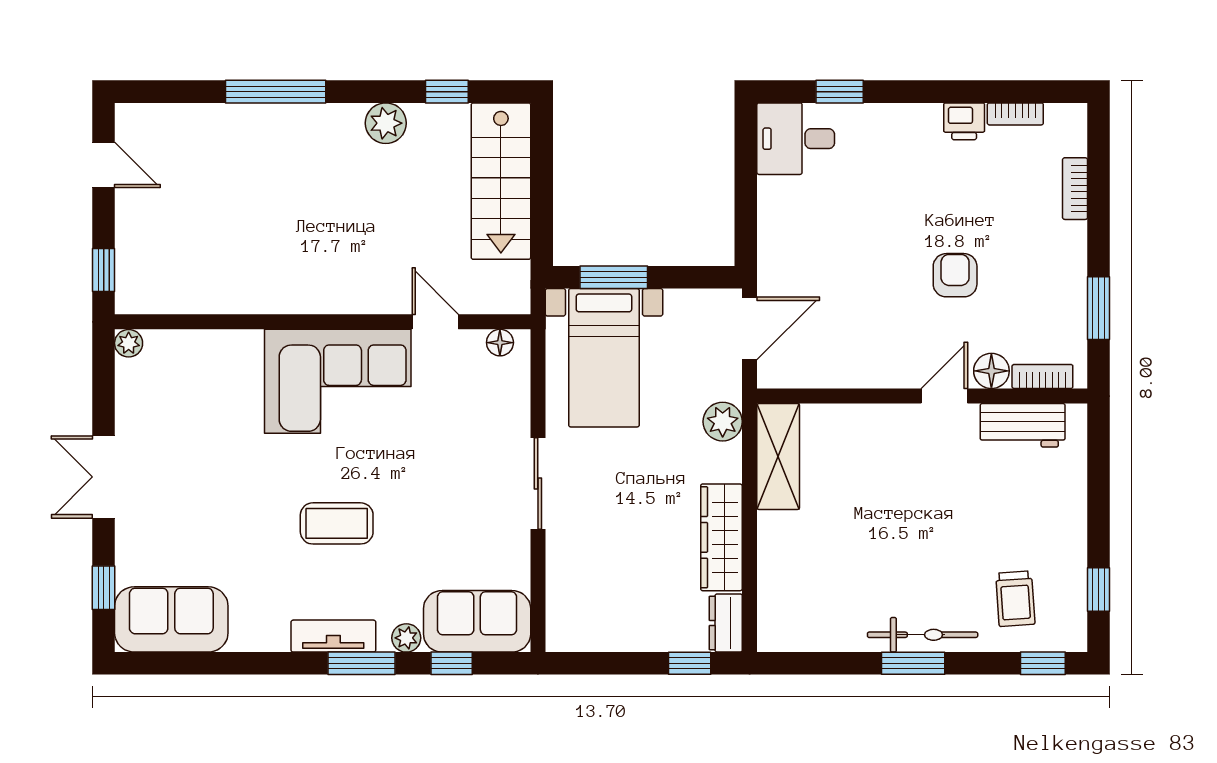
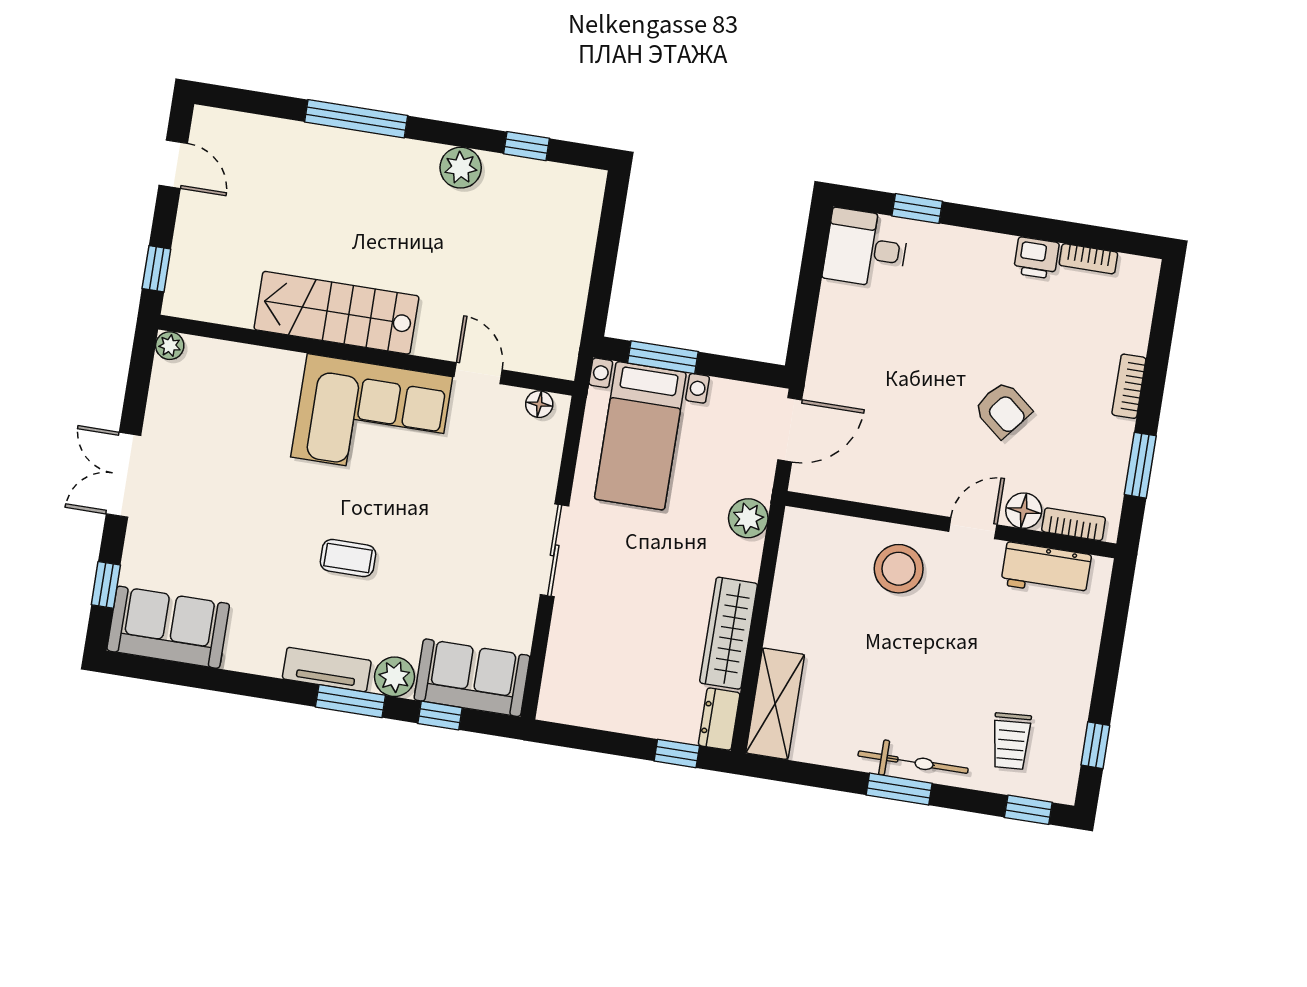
stairs: (501, 181) -> (336, 313), moved, turned 90
bookcase: (1075, 189) -> (1129, 386), moved
armchair: (955, 275) -> (1003, 410), turned 129
stool: (878, 447) -> (899, 569), added
shelving: (778, 457) -> (775, 704), moved
coffee table: (337, 523) -> (348, 558), width x0.73, depth x0.77
plant: (406, 638) -> (394, 677), width x1.38, depth x1.38

